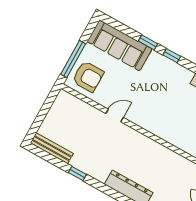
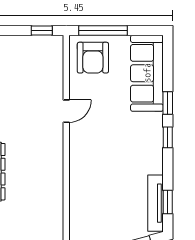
window: (49, 101) -> (42, 31), added
door: (115, 116) -> (66, 111), hinge flipped

